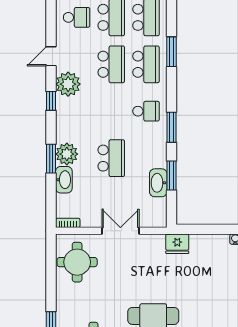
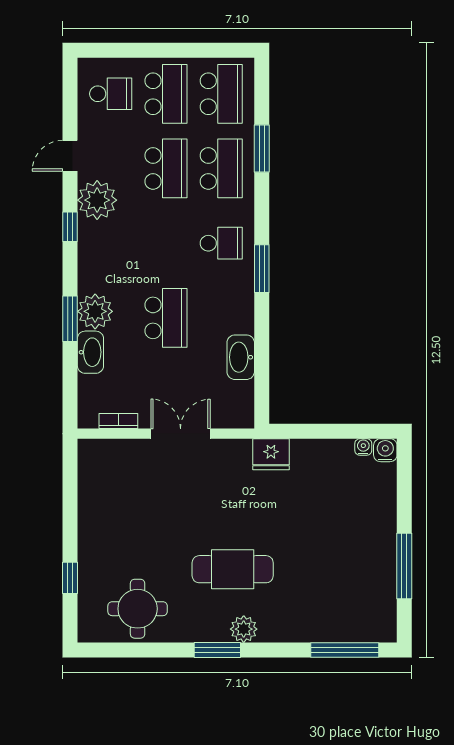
window: (171, 175) -> (262, 345), removed
bookcase: (68, 223) -> (118, 421), moved
round table: (77, 262) -> (111, 483), removed

